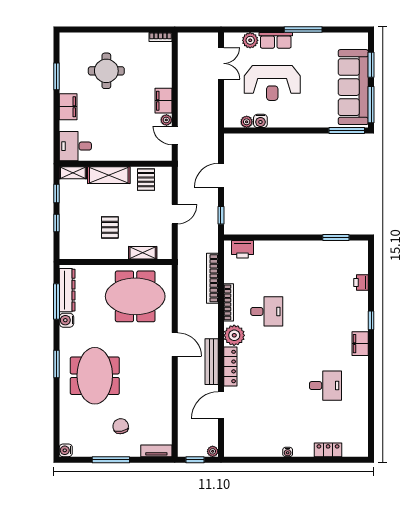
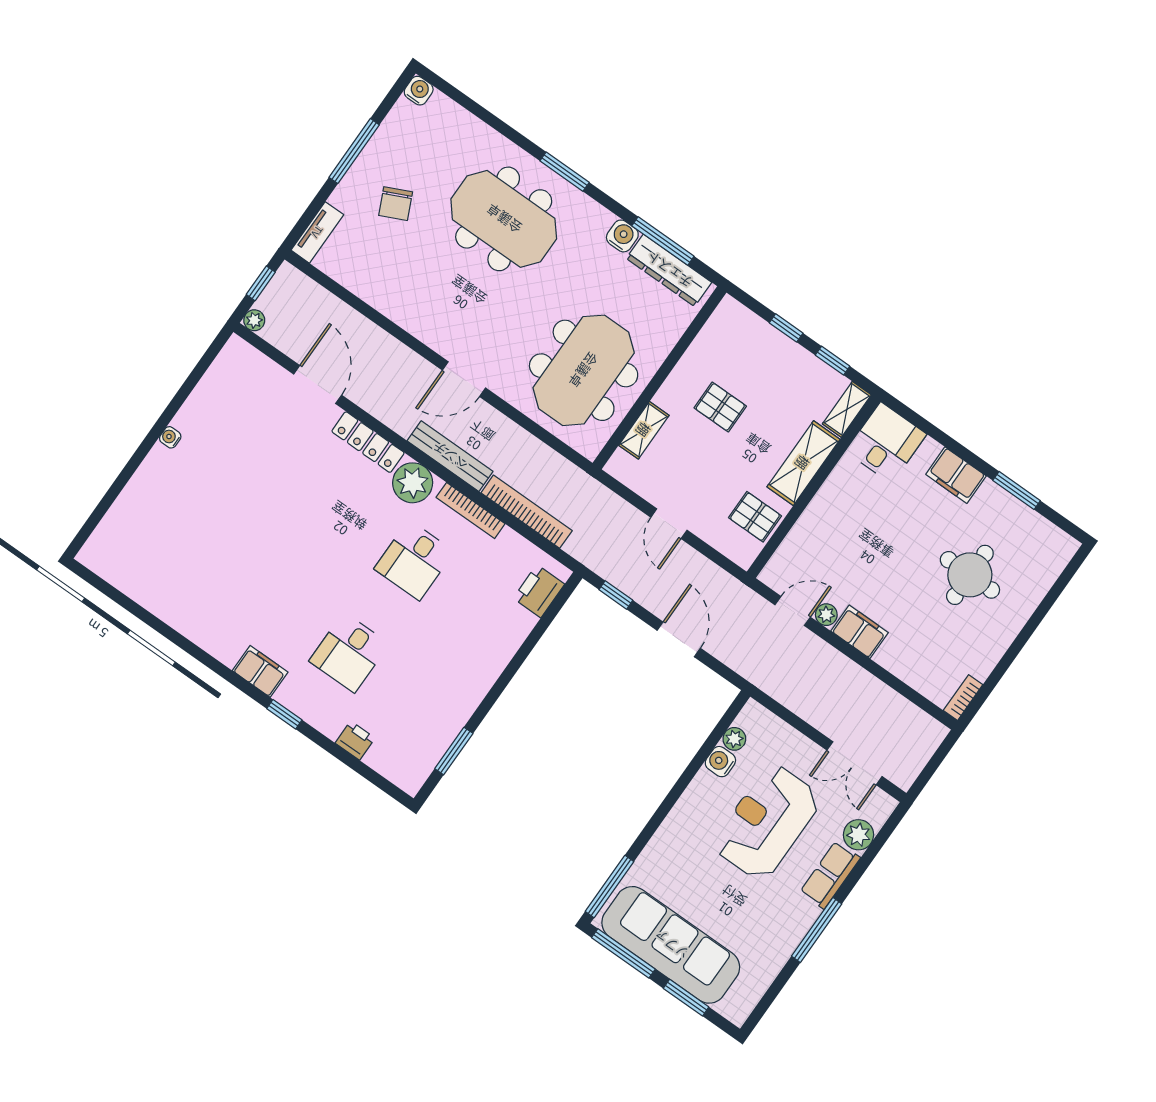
bench: (212, 362) -> (450, 456), moved
desk: (325, 386) -> (349, 652), moved
chair: (121, 426) -> (396, 204), turned 75
locker: (328, 450) -> (129, 503), removed

